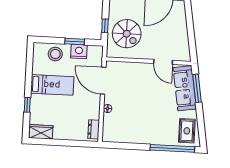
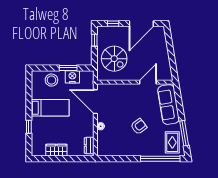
window: (105, 26) -> (94, 40), moved
door: (163, 62) -> (148, 82), swing flipped
window: (197, 88) -> (184, 133), moved
armchair: (150, 111) -> (139, 126), added
wardrobe: (41, 132) -> (56, 150), moved

